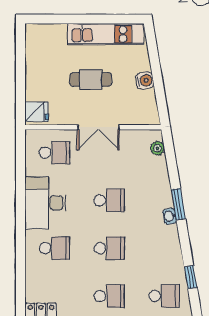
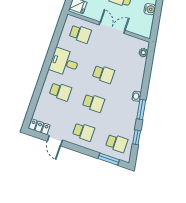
double door: (98, 127) -> (112, 28), swing flipped
desk: (45, 203) -> (64, 62), width x0.73
window: (178, 204) -> (141, 109), moved

